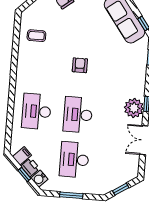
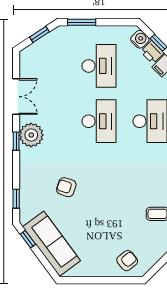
armchair: (80, 65) -> (66, 187), moved, turned 108
window: (71, 195) -> (82, 22), moved

